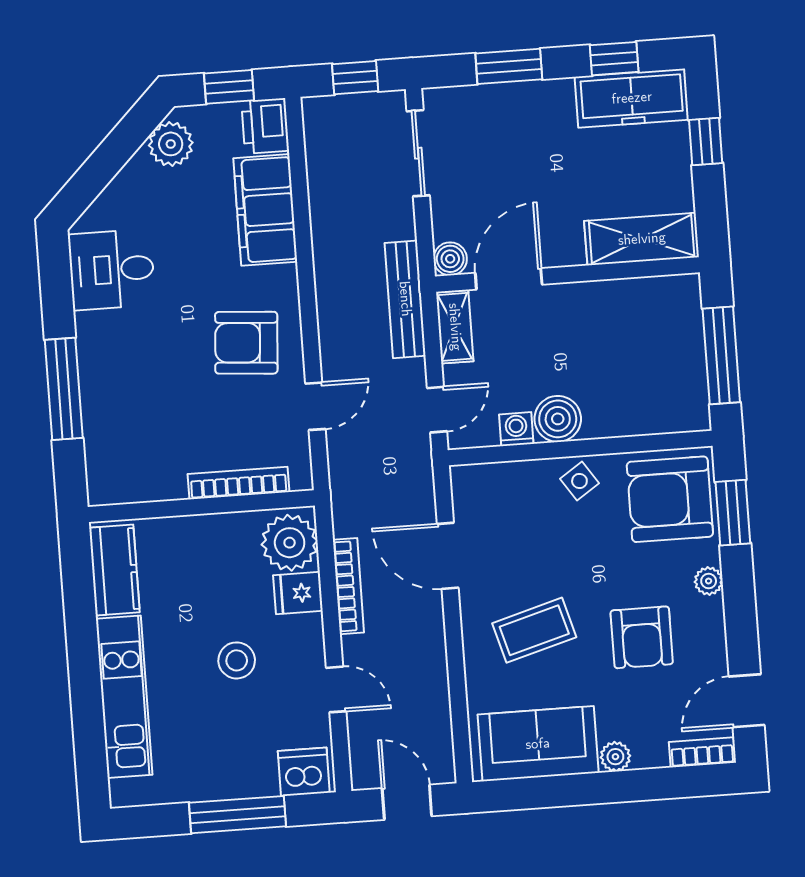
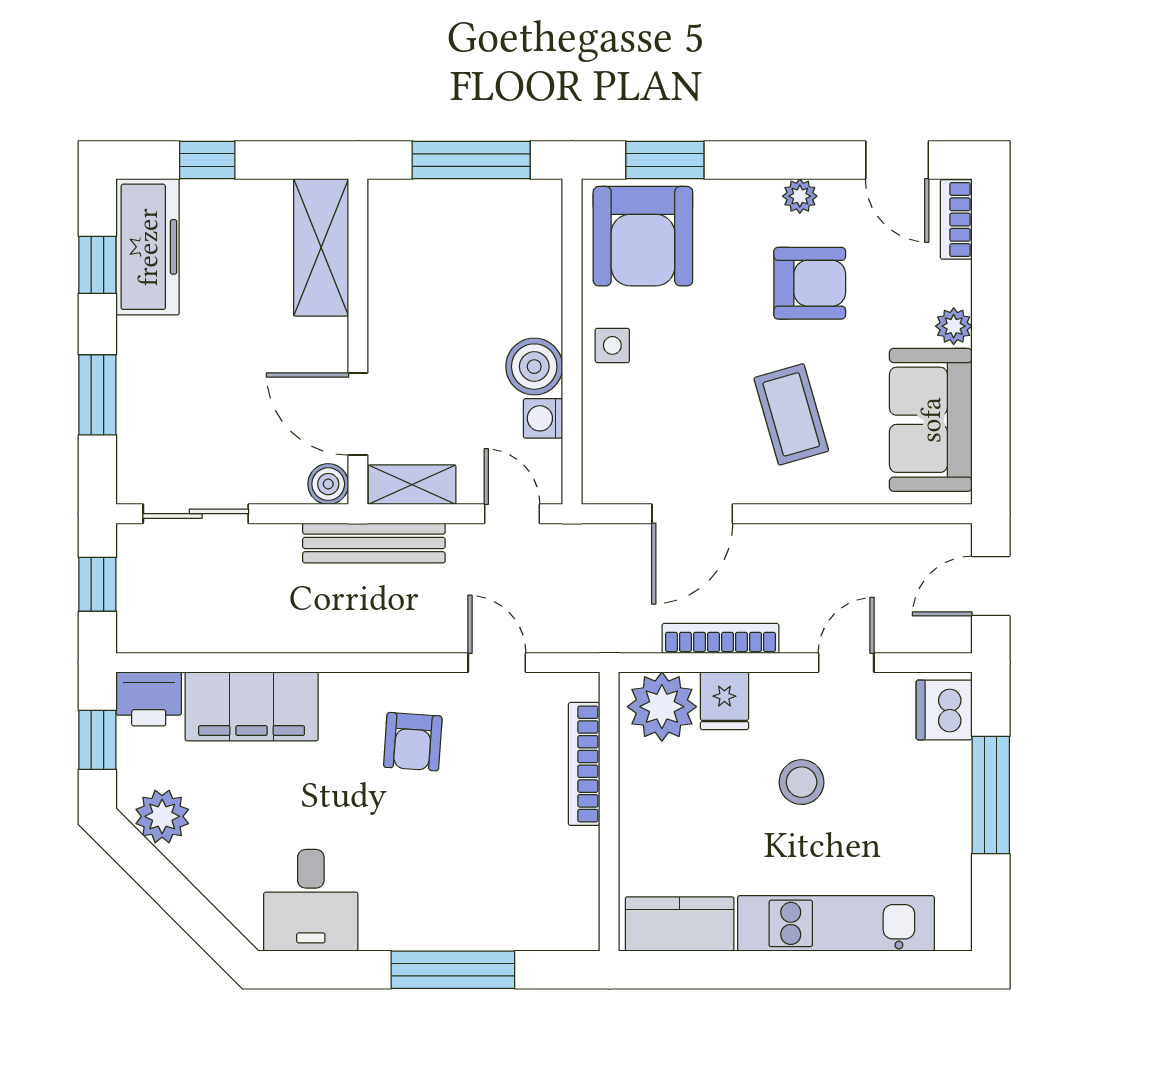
armchair: (246, 343) -> (413, 742), width x0.72, depth x0.72
side table: (579, 481) -> (612, 345), turned 34
plant: (709, 581) -> (800, 196), moved

